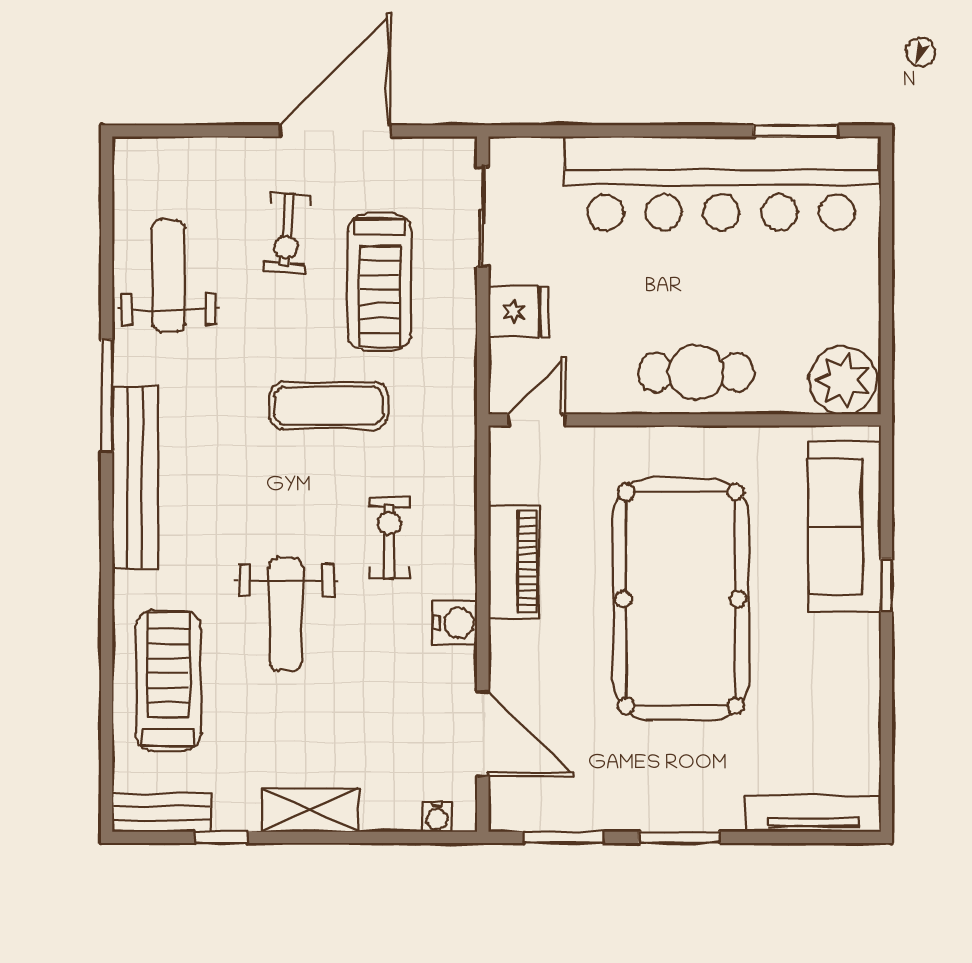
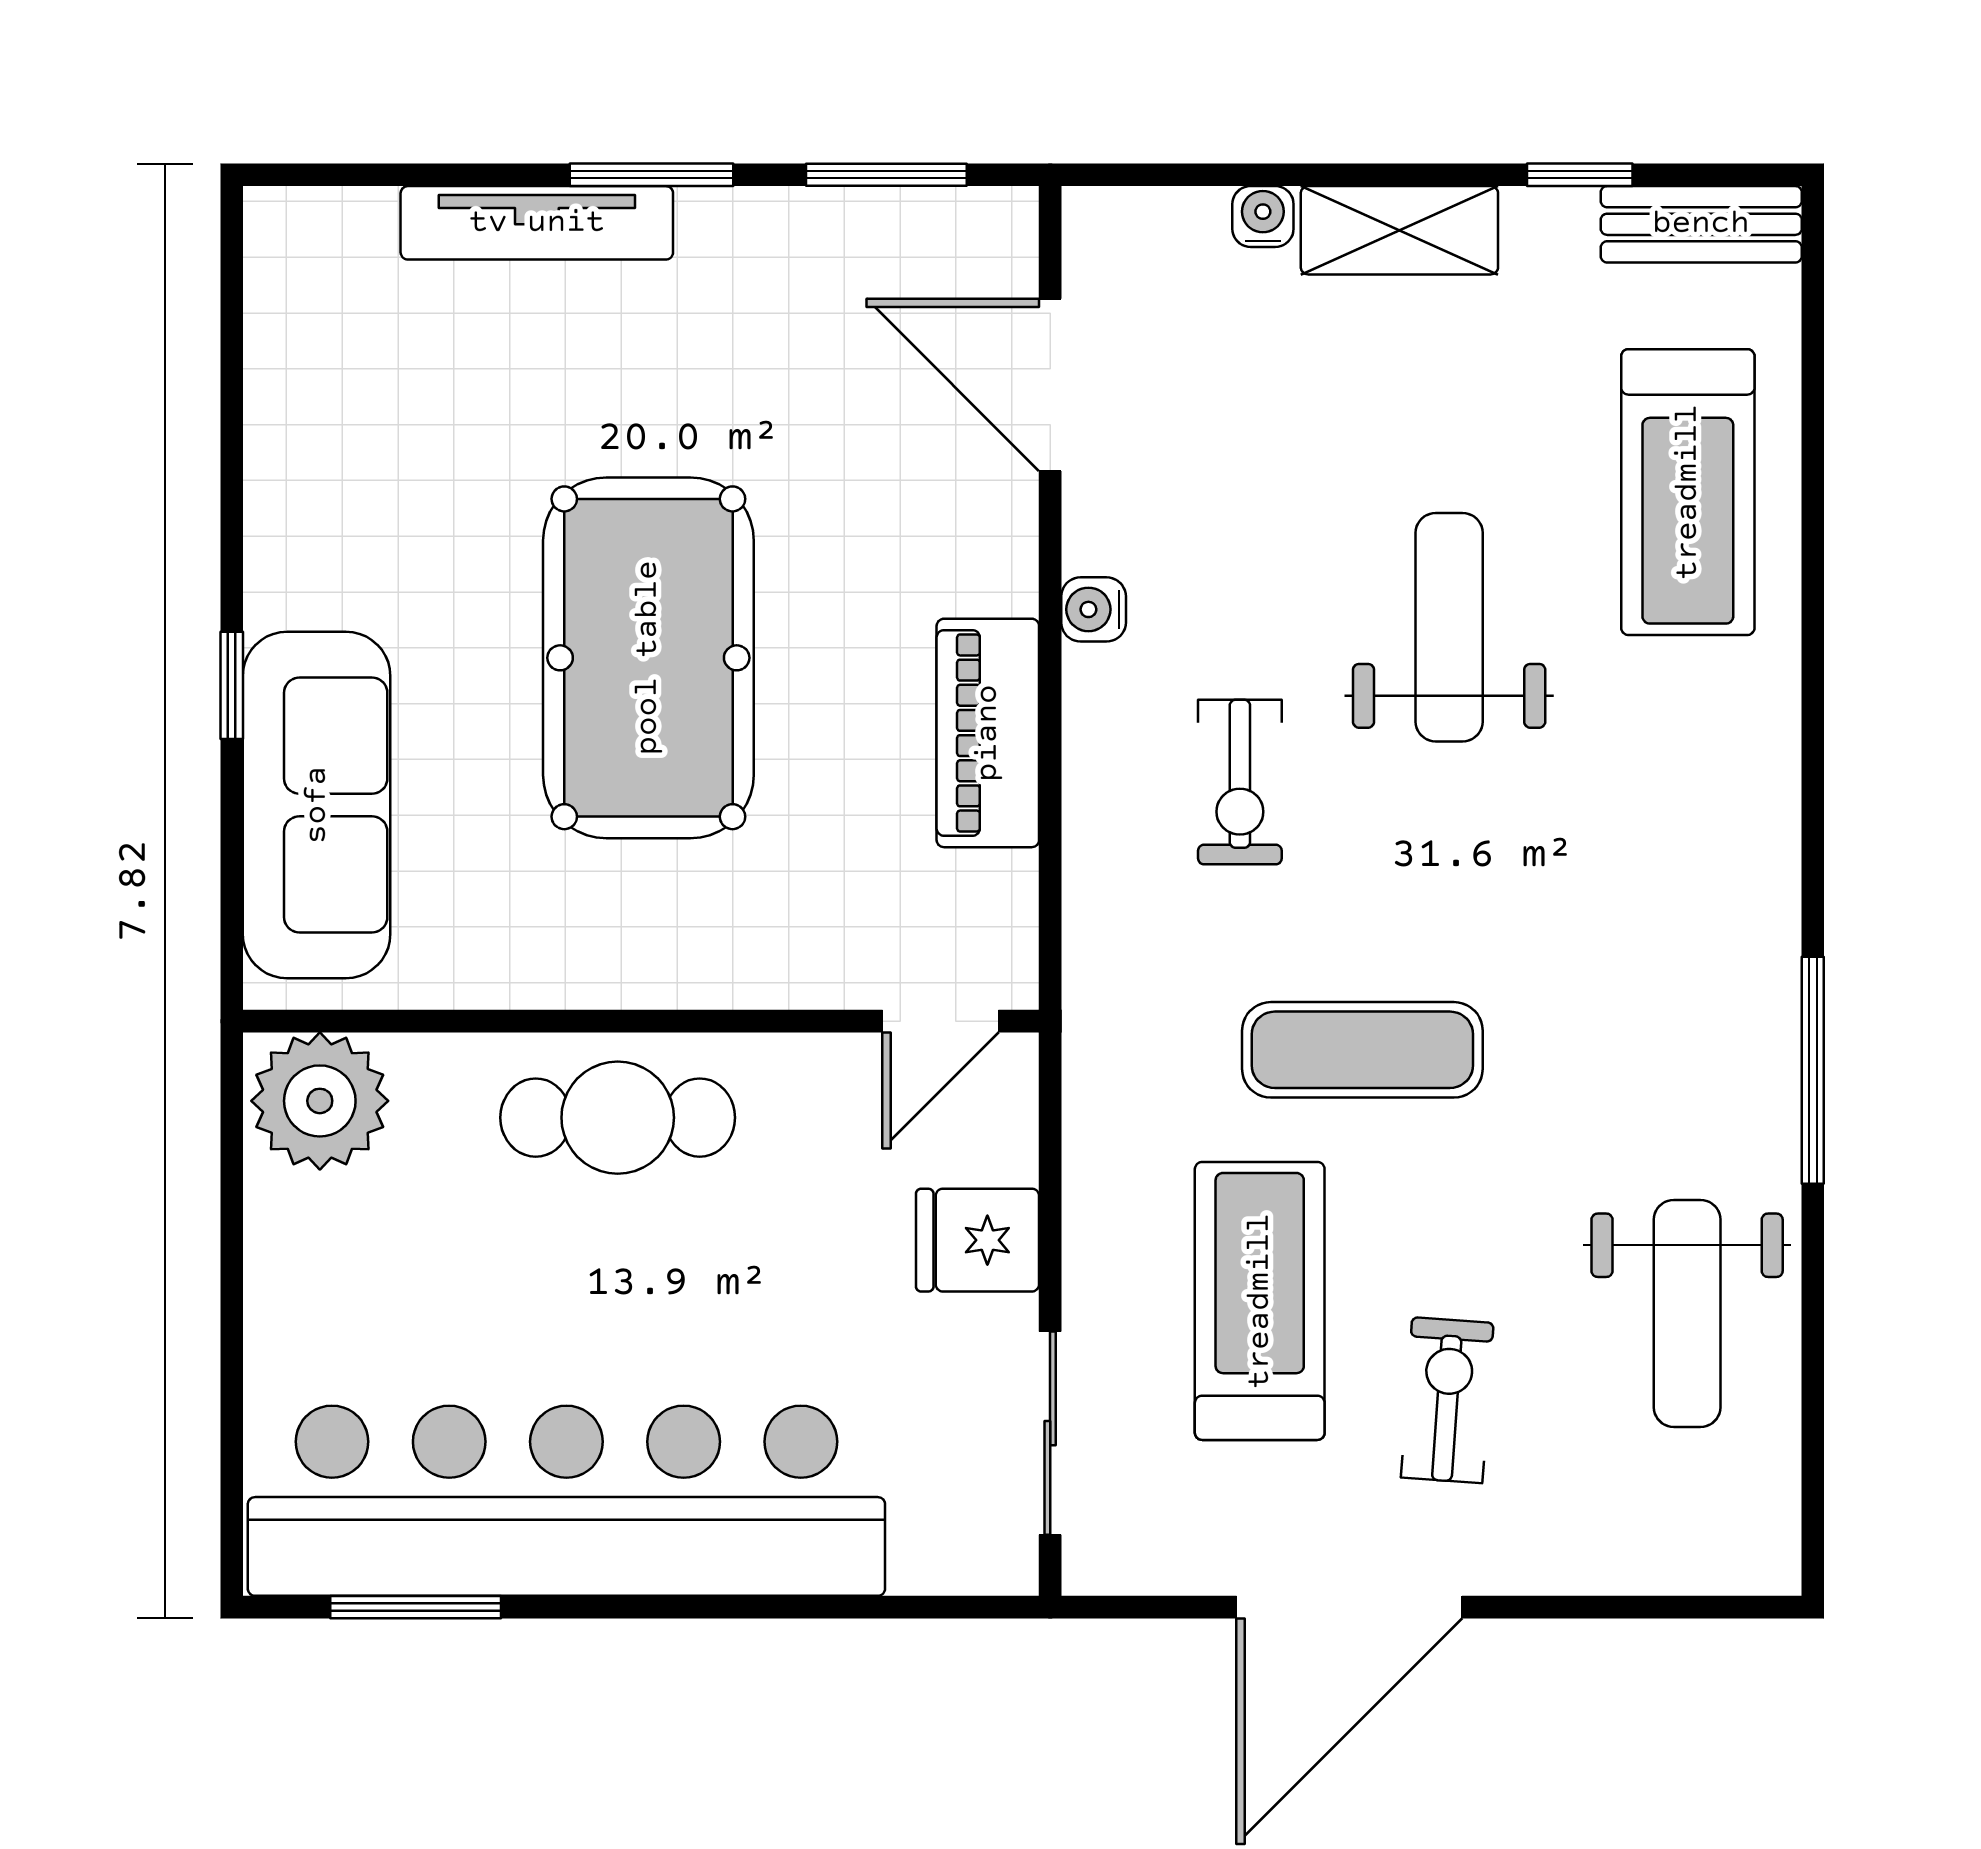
bench: (135, 478) -> (1756, 904), removed
pool table: (681, 599) -> (648, 658), width x0.73, depth x0.76
water cooler: (455, 623) -> (1094, 609), width x0.72, depth x0.72
tv unit: (814, 814) -> (537, 223), moved
water cooler: (437, 817) -> (1263, 216), moved

